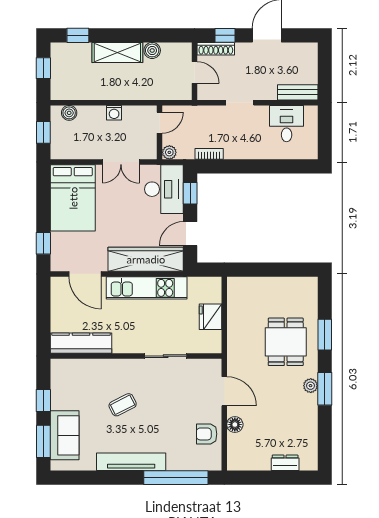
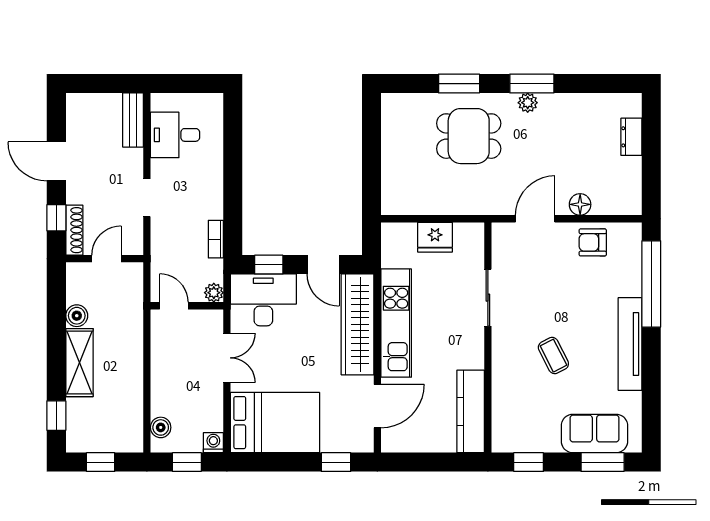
washing machine: (114, 113) -> (213, 443), moved, turned -90
window: (43, 400) -> (529, 462), moved
armchair: (207, 434) -> (593, 242), turned 90

